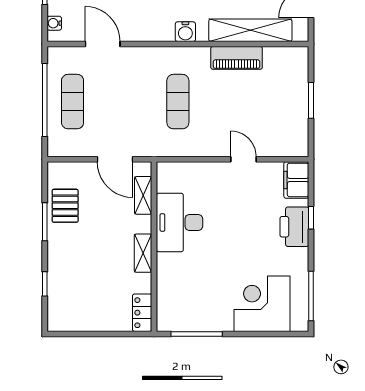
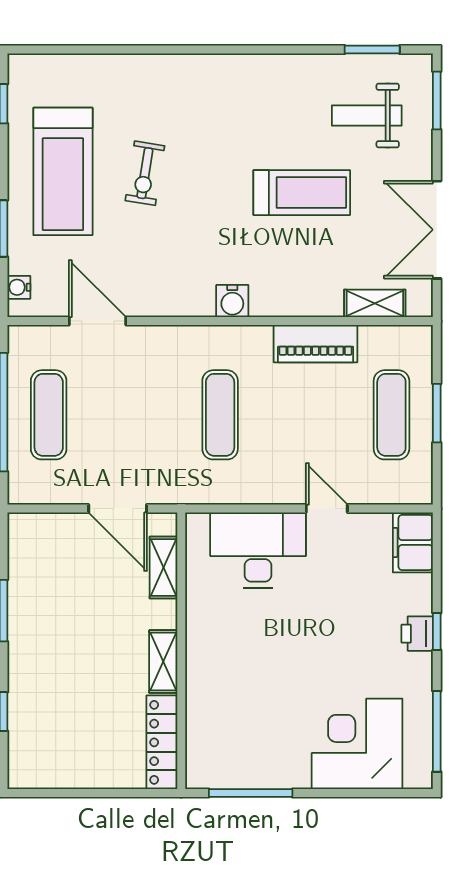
shelving: (250, 30) -> (375, 303), width x0.45, depth x0.75
exercise mat: (283, 102) -> (391, 415), added
pallet: (65, 206) -> (37, 584), removed
window: (311, 218) -> (437, 631), moved
desk: (180, 222) -> (258, 550), moved, turned 90
printer: (294, 227) -> (417, 634), width x0.53, depth x0.68
locker: (142, 313) -> (162, 742), width x1.53

